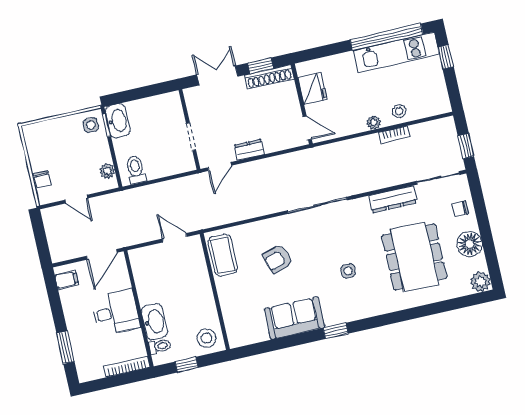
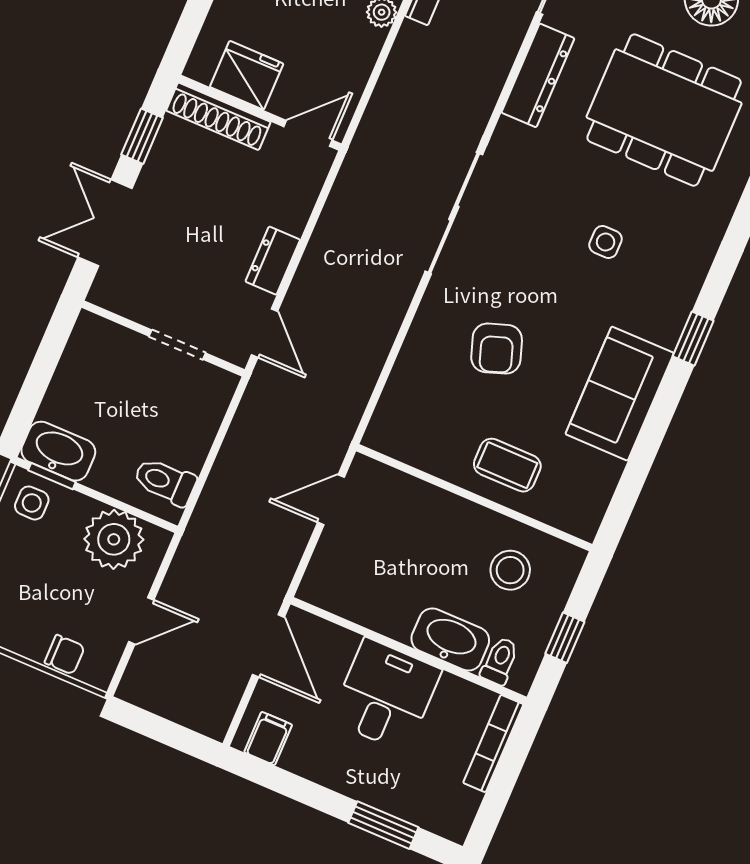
shoe rack: (269, 77) -> (218, 116), moved, turned 90
plant: (107, 171) -> (114, 539), width x1.88, depth x1.88
coffee table: (223, 255) -> (507, 465), moved, width x0.73, depth x0.77
stool: (207, 338) -> (510, 570), moved

